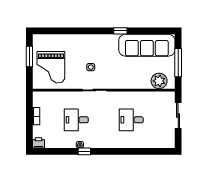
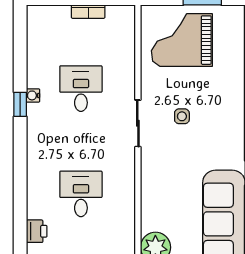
printer: (38, 143) -> (37, 231), moved

